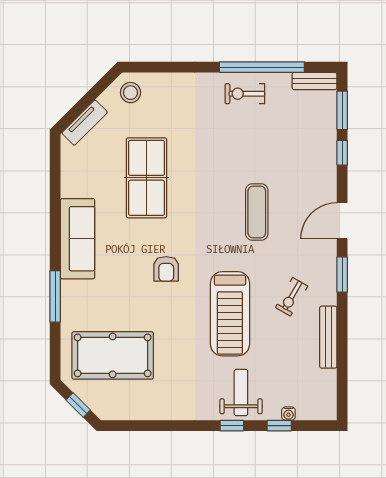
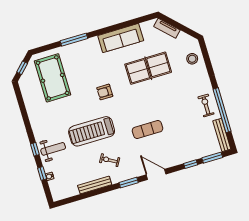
bench: (315, 81) -> (222, 135), width x1.36
stool: (130, 93) -> (192, 59), moved
sofa: (78, 239) -> (121, 38), moved

